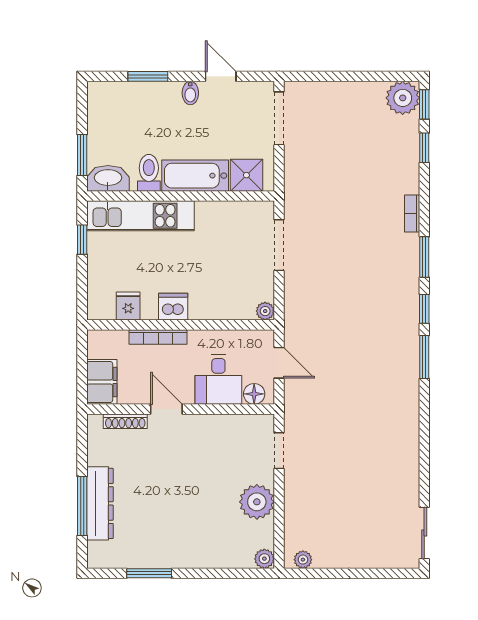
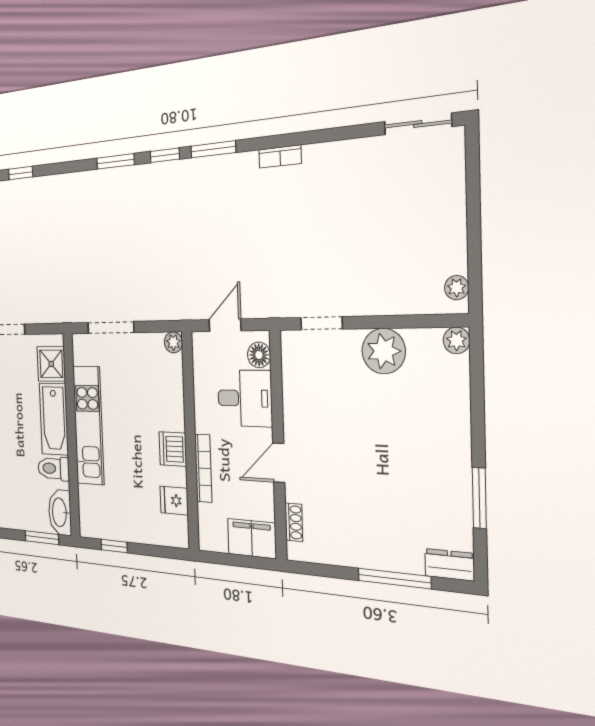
bookcase: (412, 214) -> (280, 156), moved
kitchen unit: (140, 216) -> (88, 425), moved
shoe rack: (125, 421) -> (294, 522), width x0.70
dresser: (100, 503) -> (449, 565), moved, width x0.51, depth x0.80

